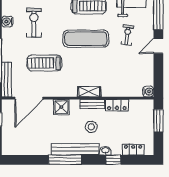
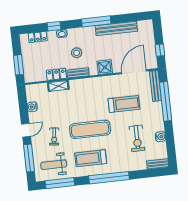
shelving: (89, 92) -> (58, 86), moved
water cooler: (148, 92) -> (32, 107), moved
bench: (75, 149) -> (116, 29), moved

